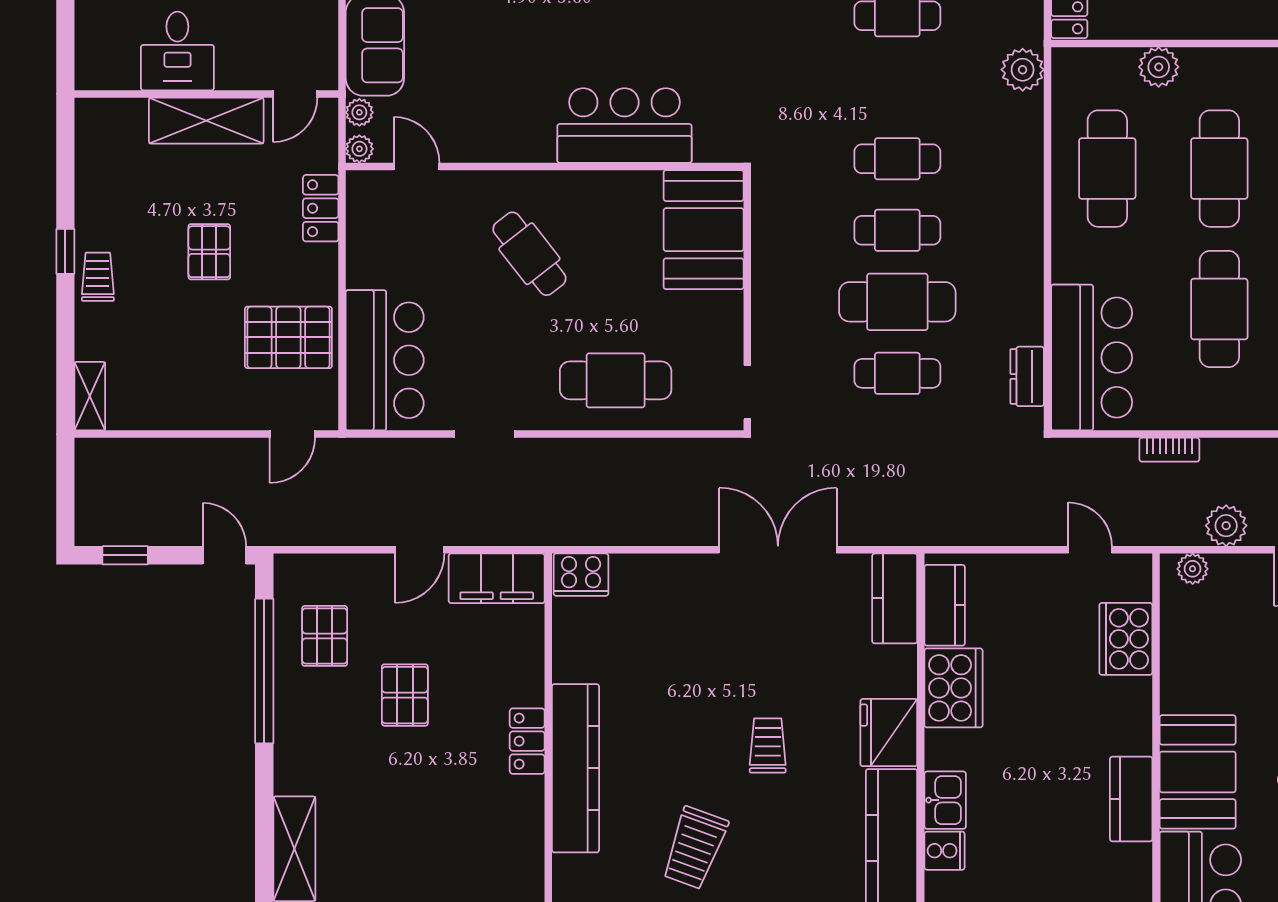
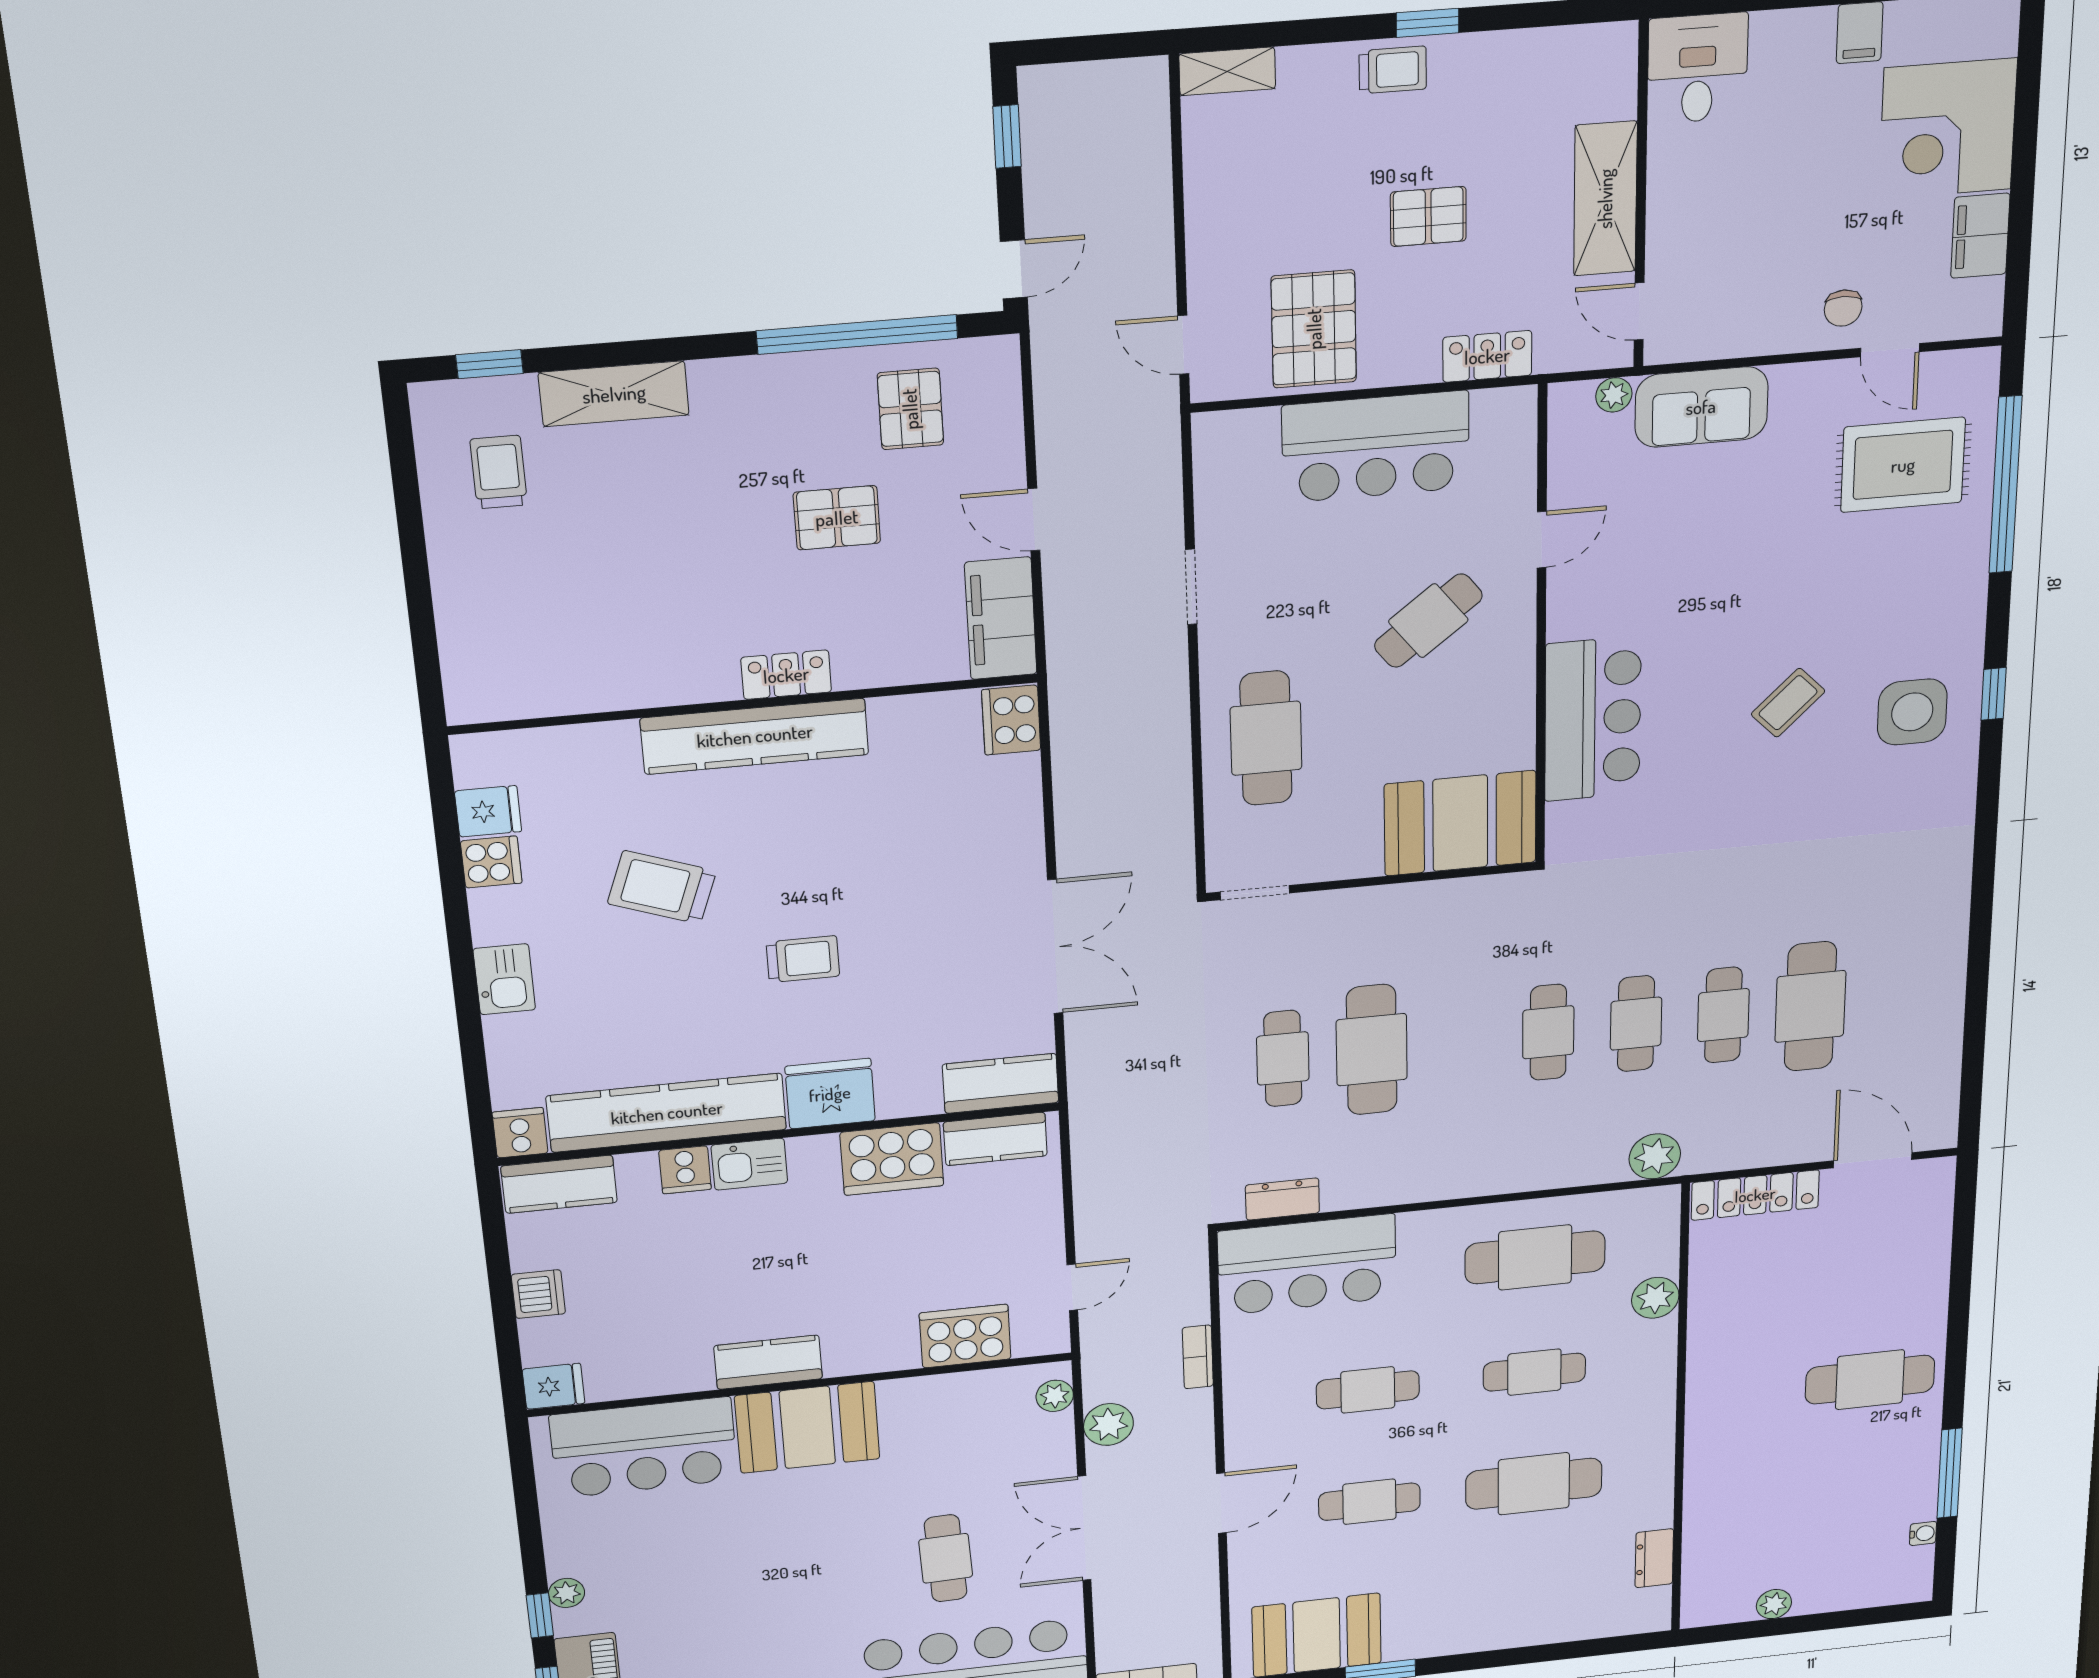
desk: (177, 51) -> (1697, 68), moved, turned 90
plant: (359, 149) -> (1566, 399), removed
door: (417, 166) -> (1542, 540), moved
cafe table: (1219, 169) -> (1534, 1372), width x0.73, depth x0.74
cafe table: (897, 230) -> (1636, 1024), moved
cafe table: (1219, 309) -> (1368, 1390), width x0.73, depth x0.74
bar counter: (385, 360) -> (1376, 447), moved
pallet: (325, 636) -> (910, 409), turned 90

